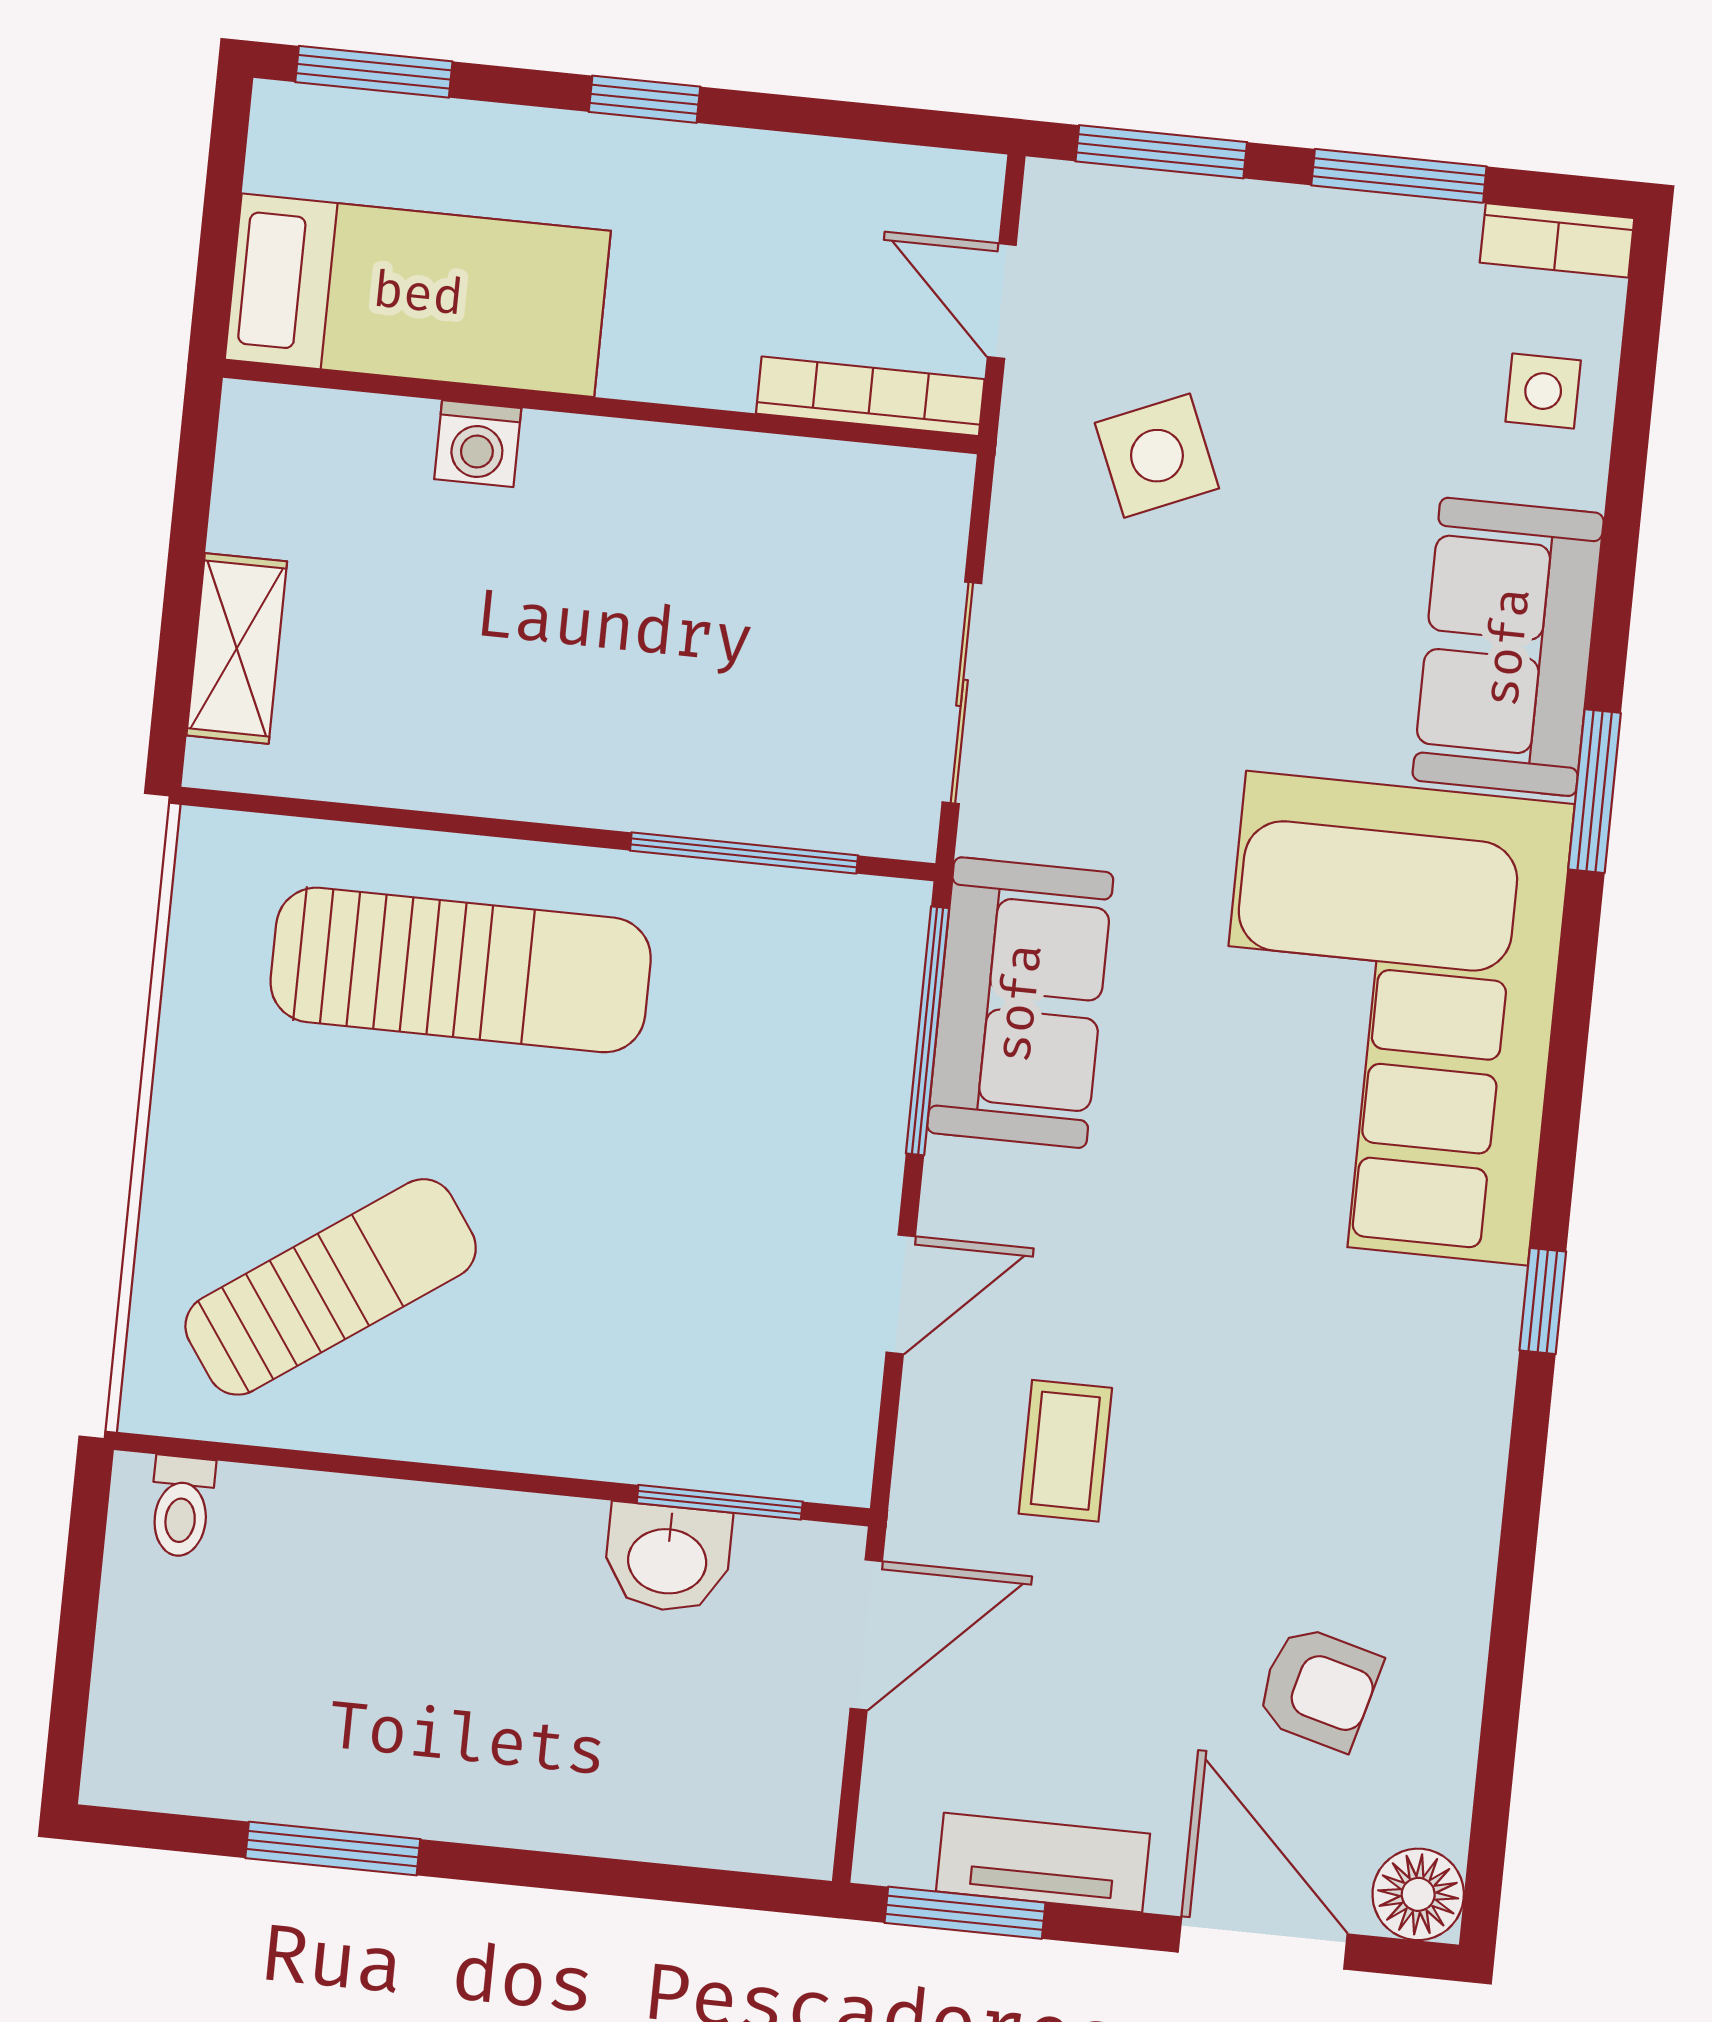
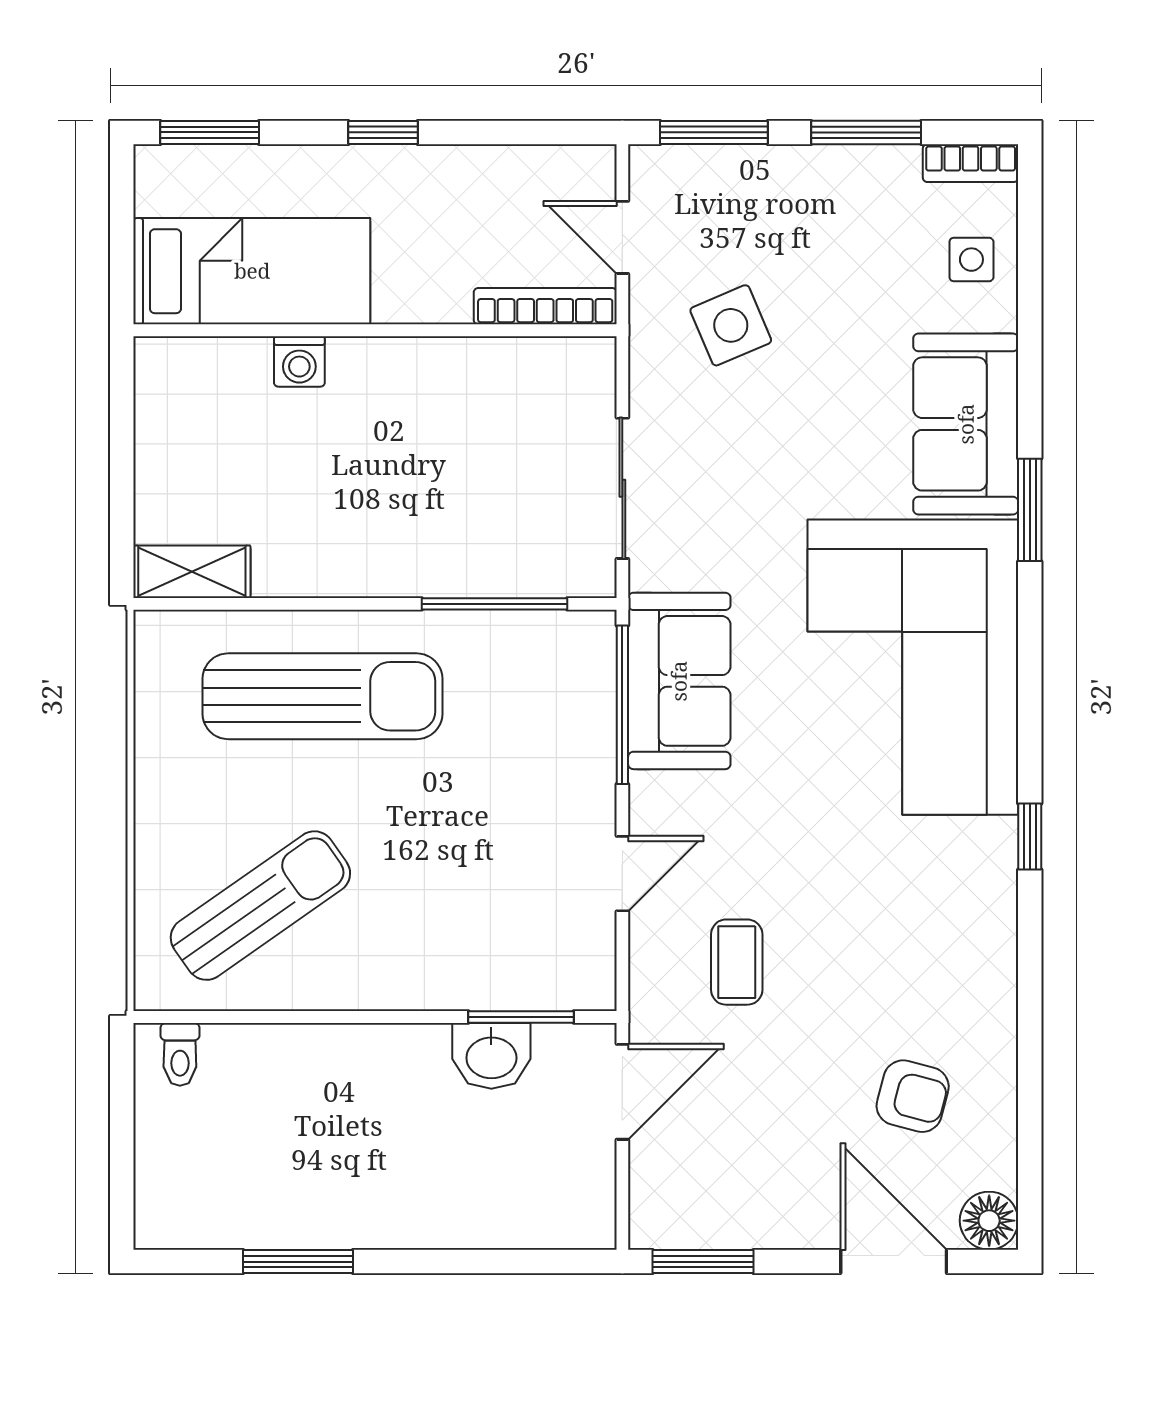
shelving: (237, 648) -> (192, 572), moved, turned 90
tv unit: (1043, 1863) -> (749, 1225), removed

